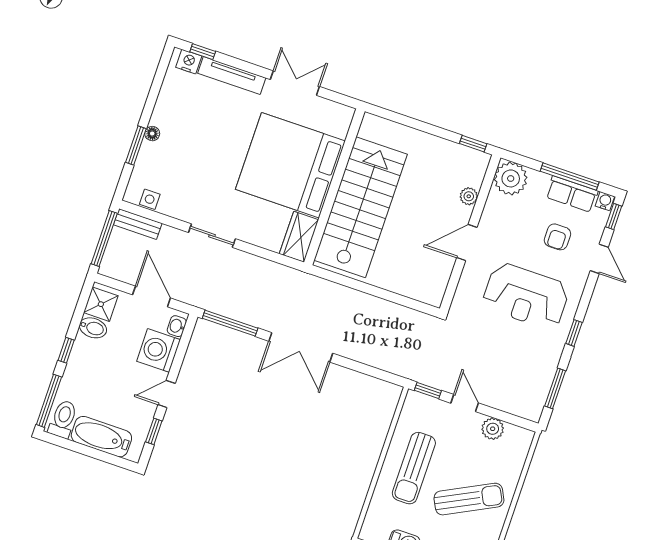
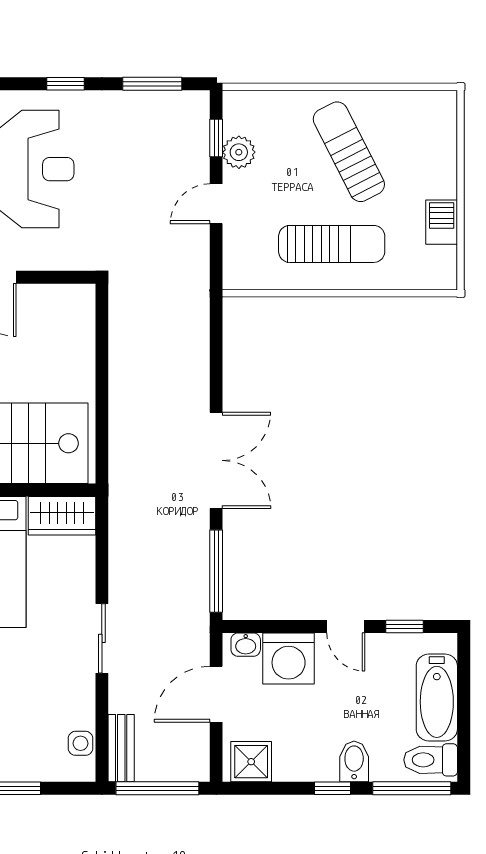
bidet: (93, 328) -> (354, 761), moved
window: (428, 391) -> (216, 138), moved

